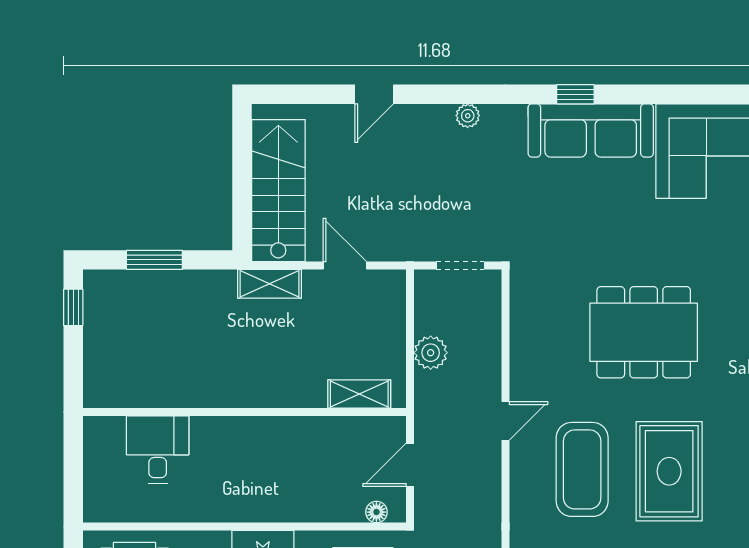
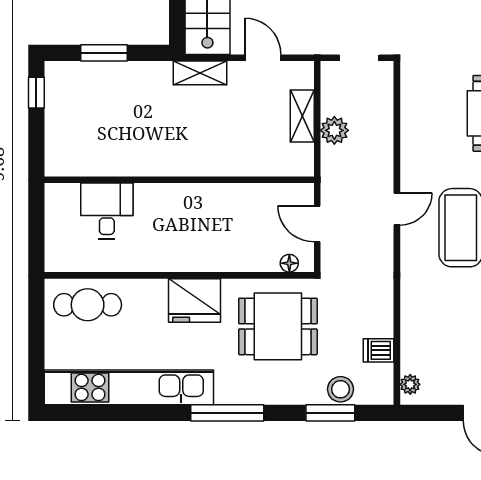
shelving: (359, 394) -> (302, 116), moved, turned 90
door: (506, 421) -> (397, 209), moved
door: (410, 465) -> (317, 224), hinge flipped

